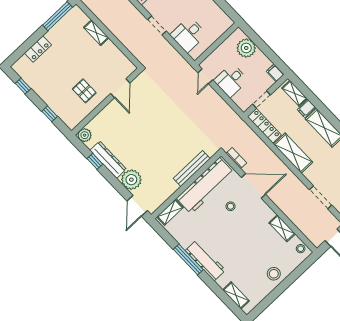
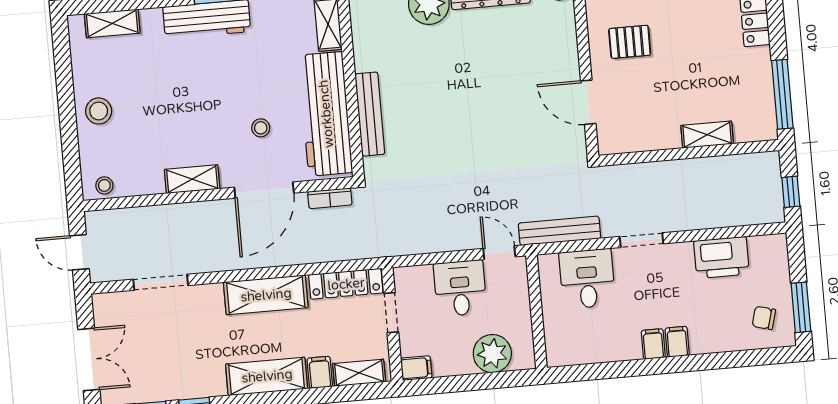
bench: (178, 60) -> (560, 231), added
shelving: (282, 228) -> (192, 179), moved

